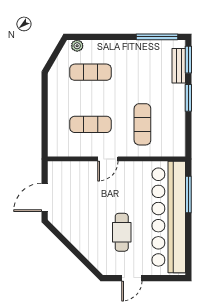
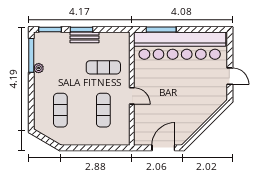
plant: (77, 46) -> (39, 68), moved
bench: (179, 66) -> (84, 37), moved
door: (45, 197) -> (163, 148), swing flipped
cafe table: (122, 232) -> (192, 84), removed

